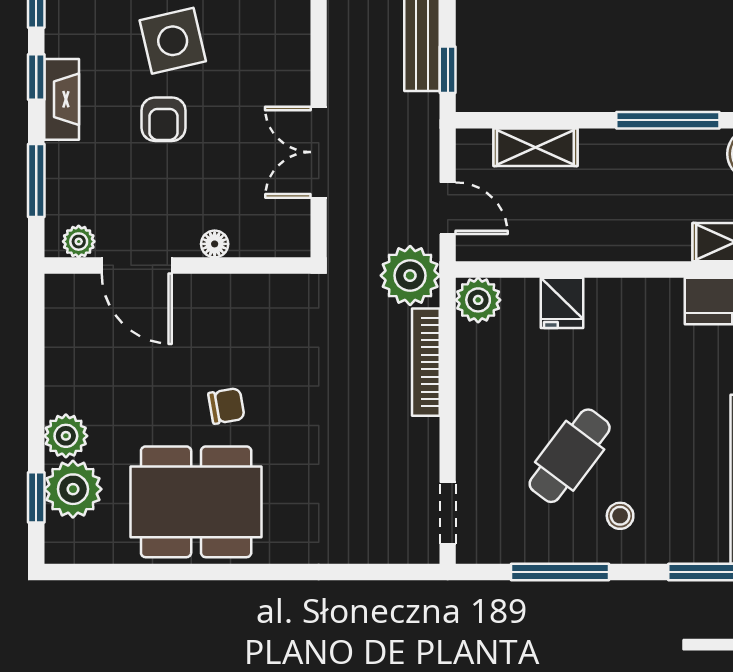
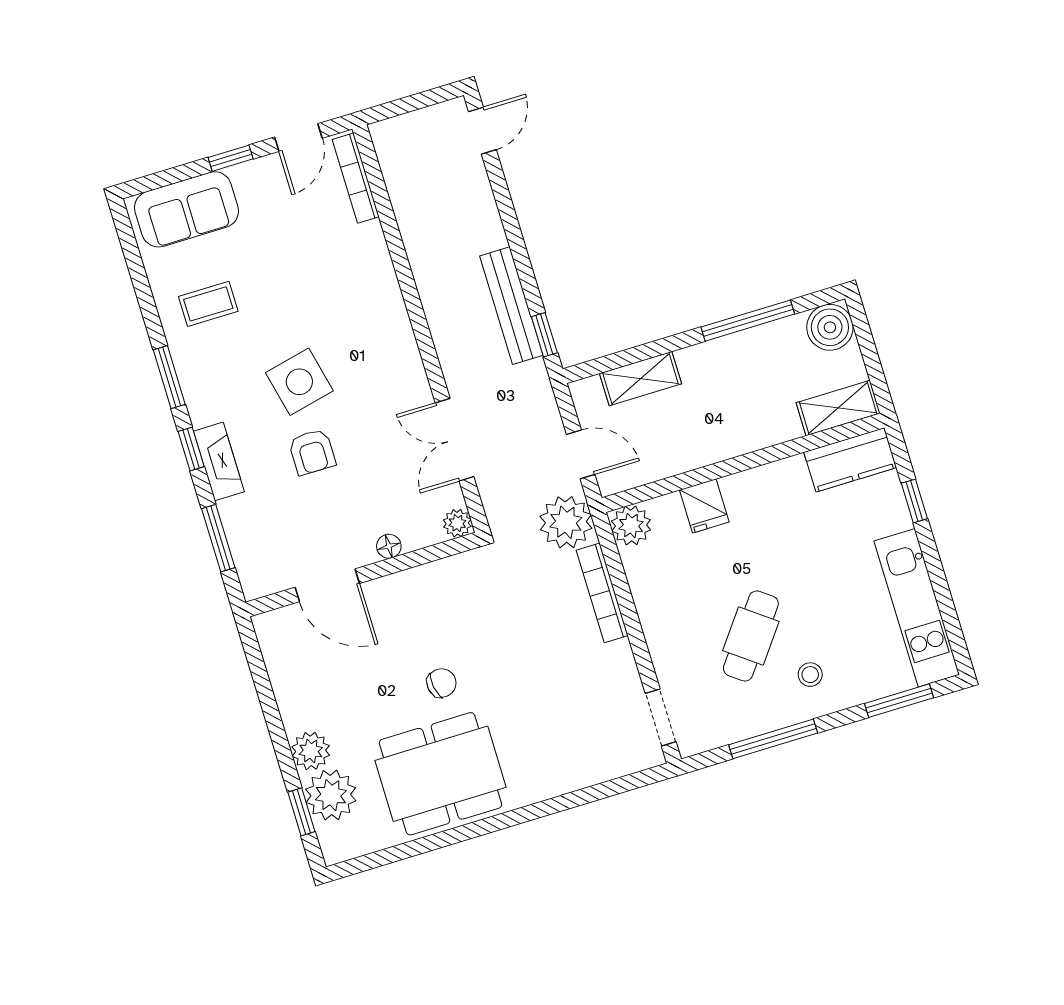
plant: (79, 242) -> (457, 523), moved

